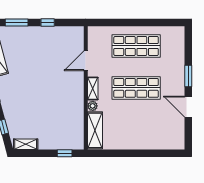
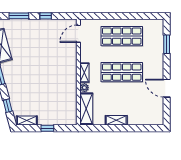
door: (86, 61) -> (78, 34), moved
window: (188, 76) -> (167, 44), moved
shelving: (130, 144) -> (116, 120), added
window: (65, 153) -> (47, 128), moved

